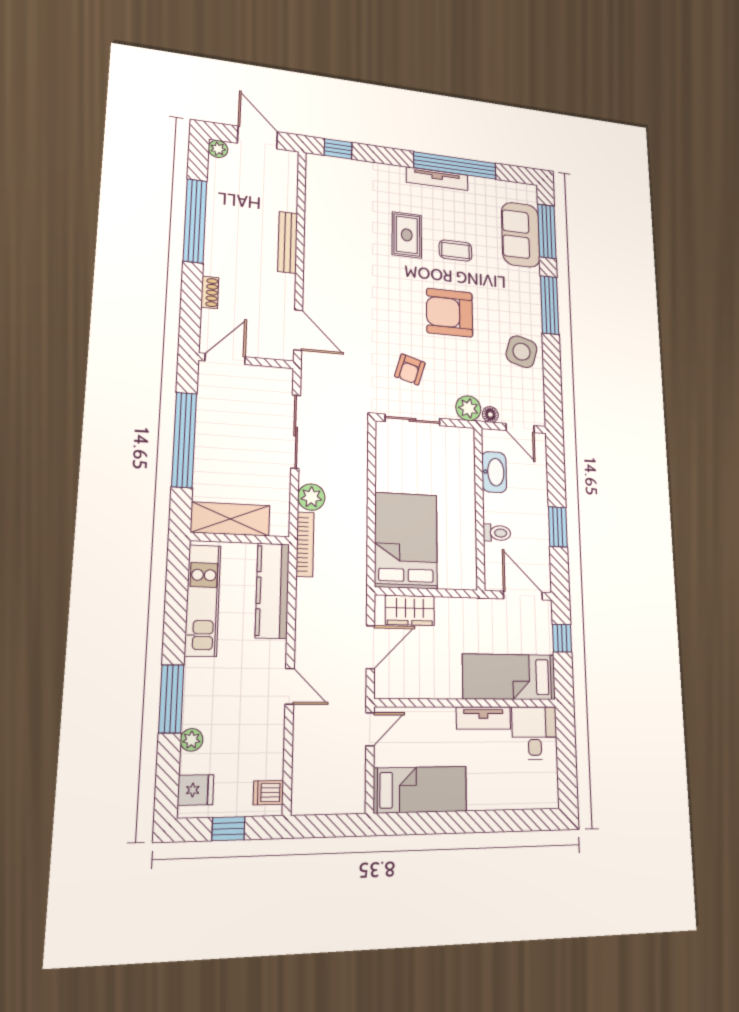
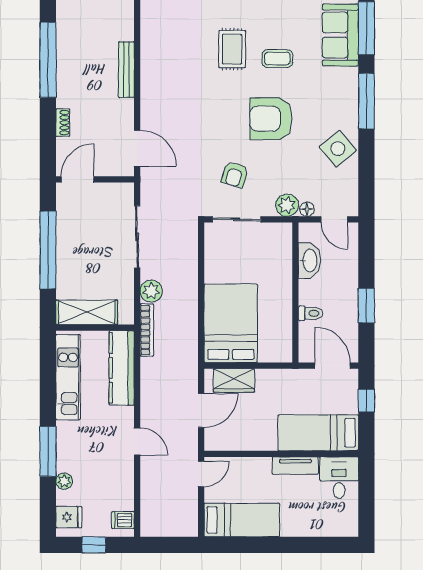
side table: (522, 352) -> (338, 149), turned 34

